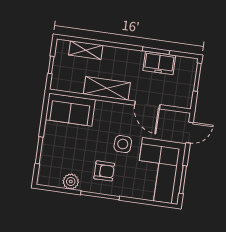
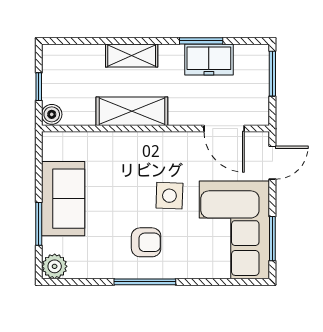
shelving: (86, 50) -> (132, 56), moved
boiler: (57, 83) -> (52, 114), added
door: (147, 105) -> (224, 129), moved
sofa: (70, 110) -> (63, 199), moved, turned -90
plant: (71, 182) -> (55, 266), moved

